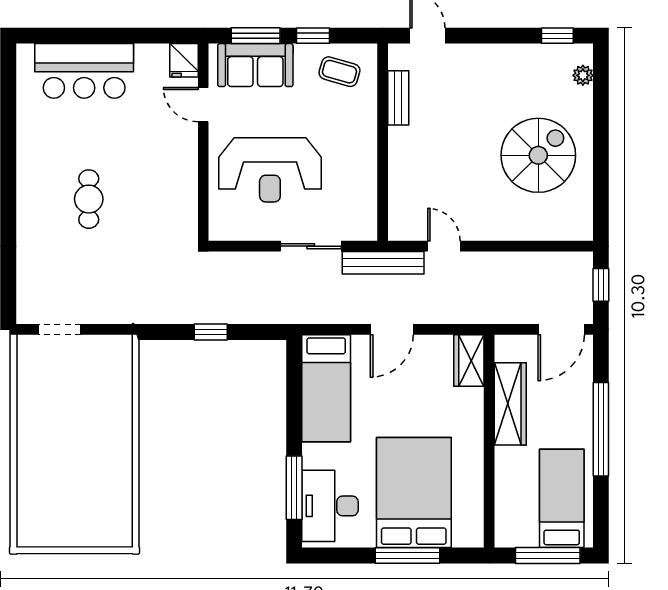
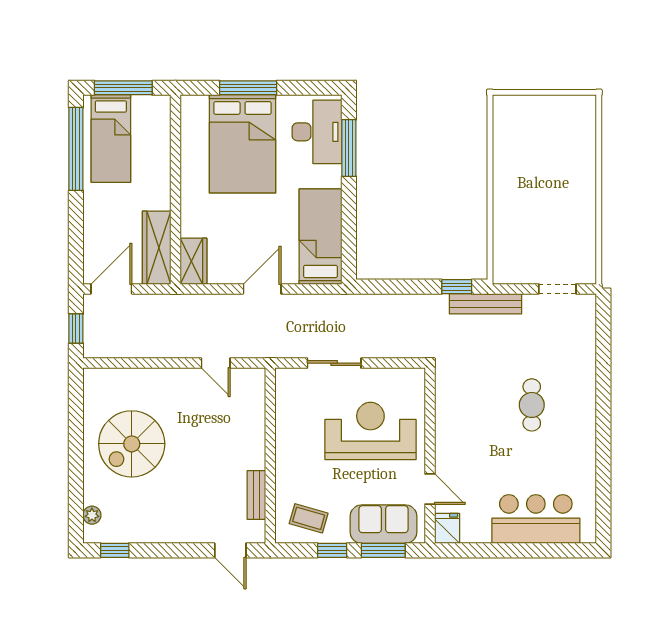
bench: (383, 263) -> (485, 304), moved
window: (211, 332) -> (457, 287), moved
wardrobe: (510, 404) -> (157, 248), moved
window: (601, 429) -> (76, 149), moved

